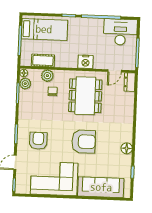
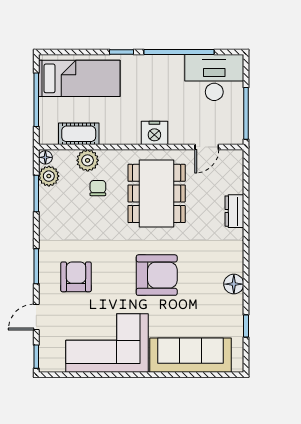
dresser: (130, 82) -> (234, 211), moved

